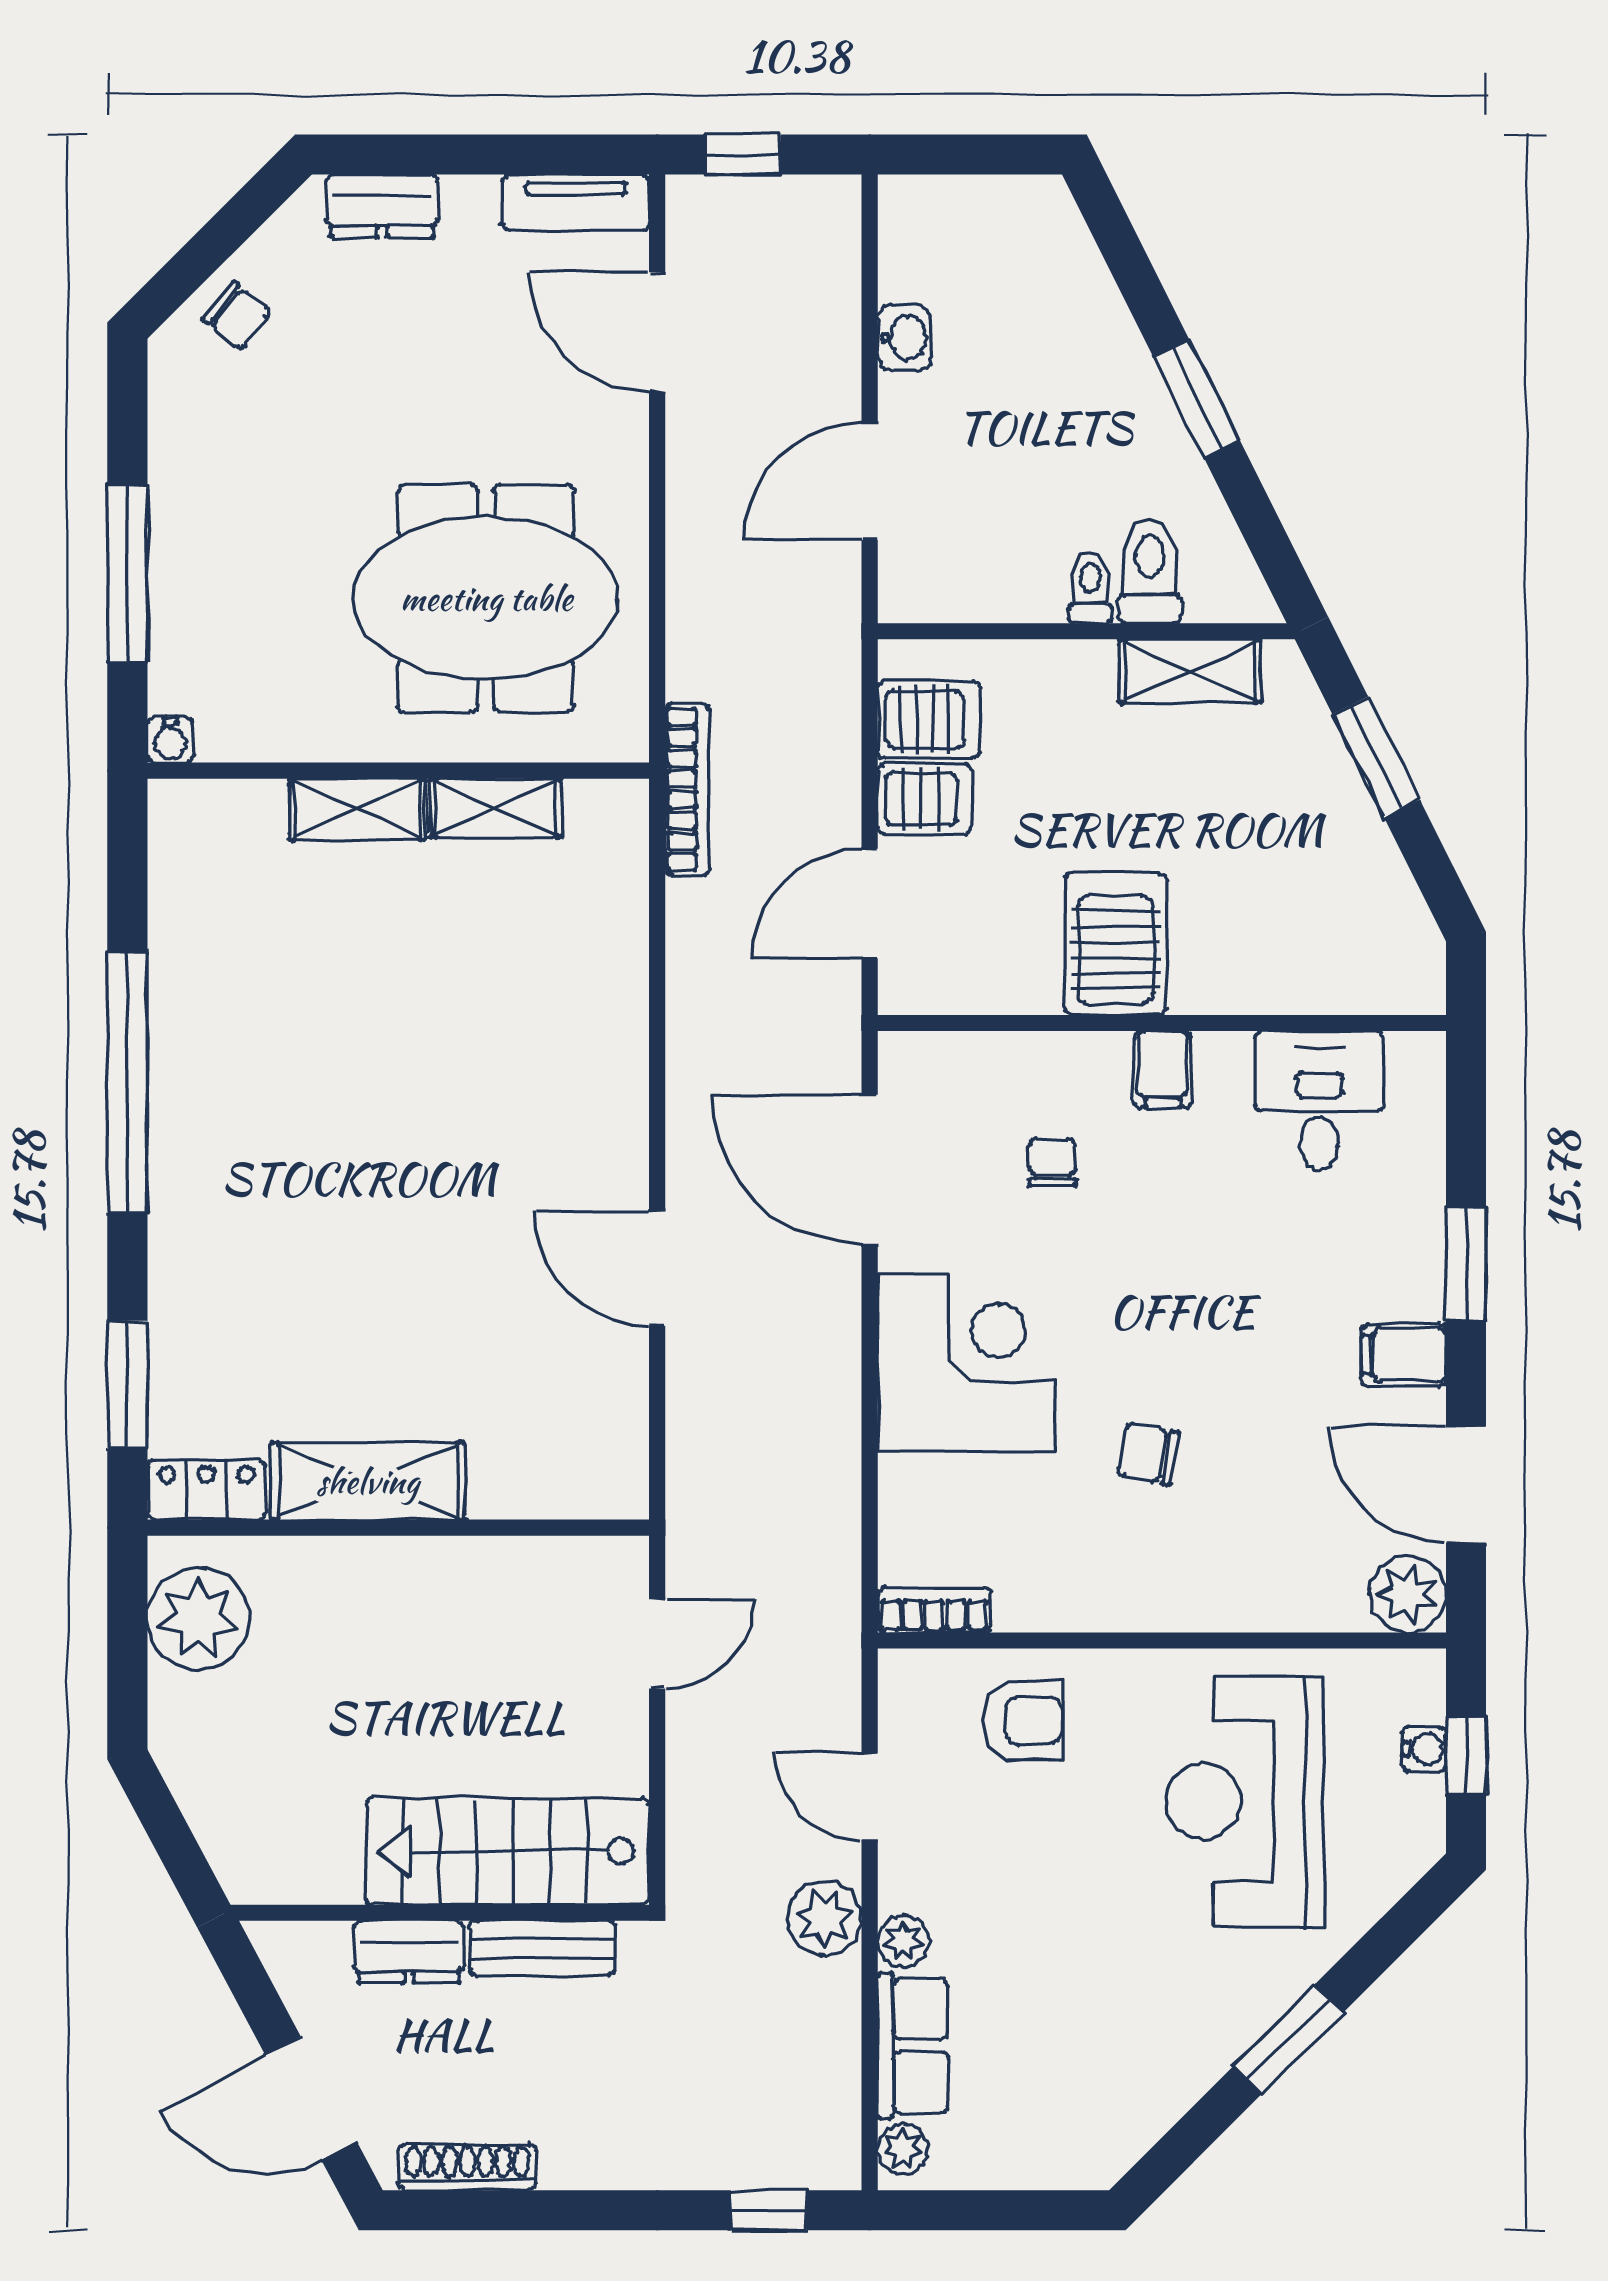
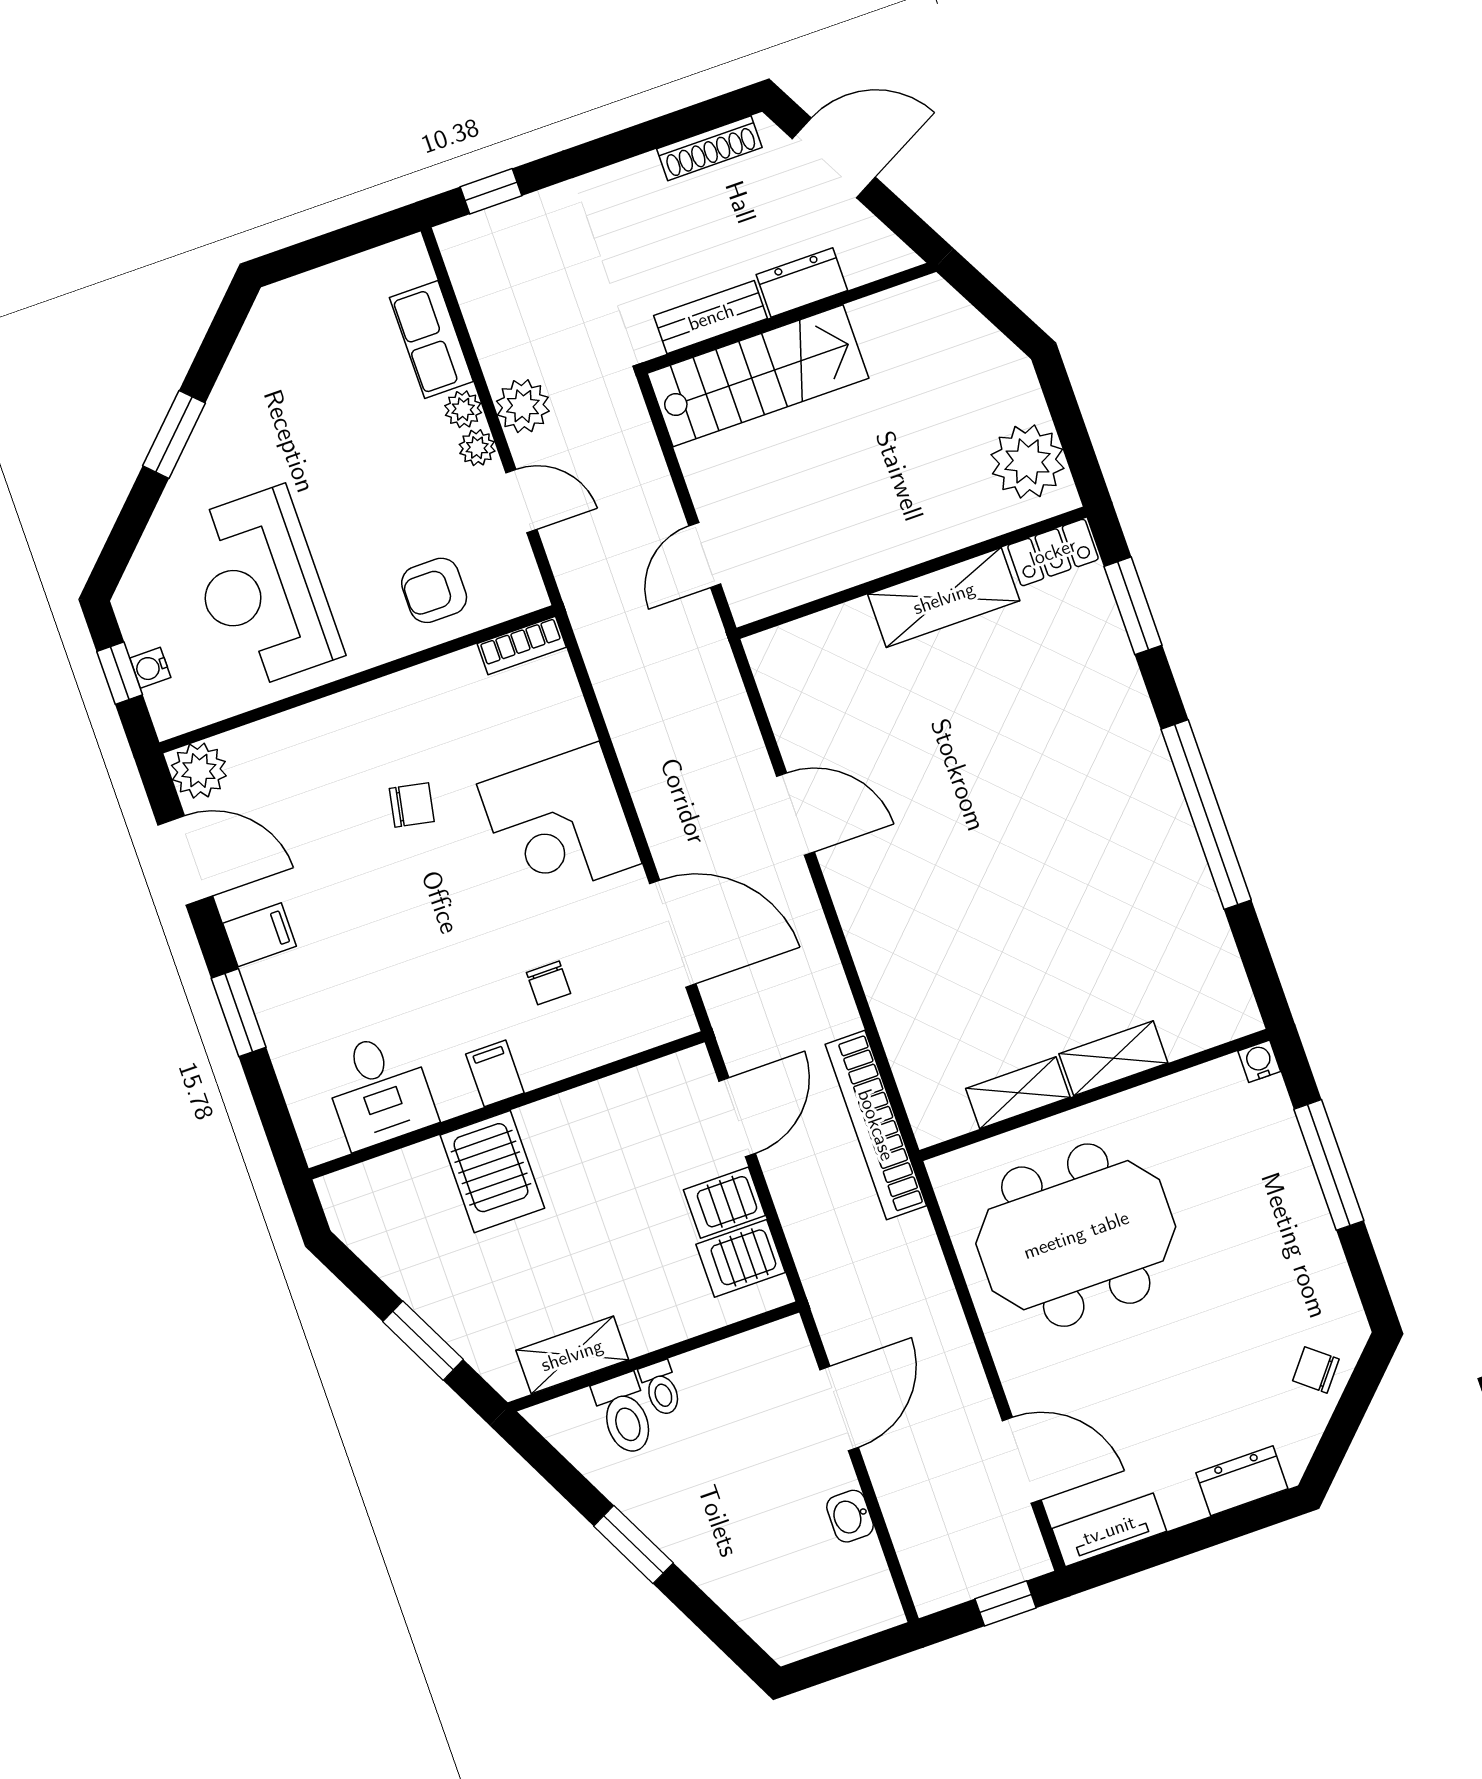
bookcase: (687, 789) -> (876, 1125), width x1.48, depth x1.31
server rack: (1116, 944) -> (492, 1172), moved
reception desk: (1245, 1801) -> (261, 588), turned 180
plant: (903, 2149) -> (477, 448), moved

